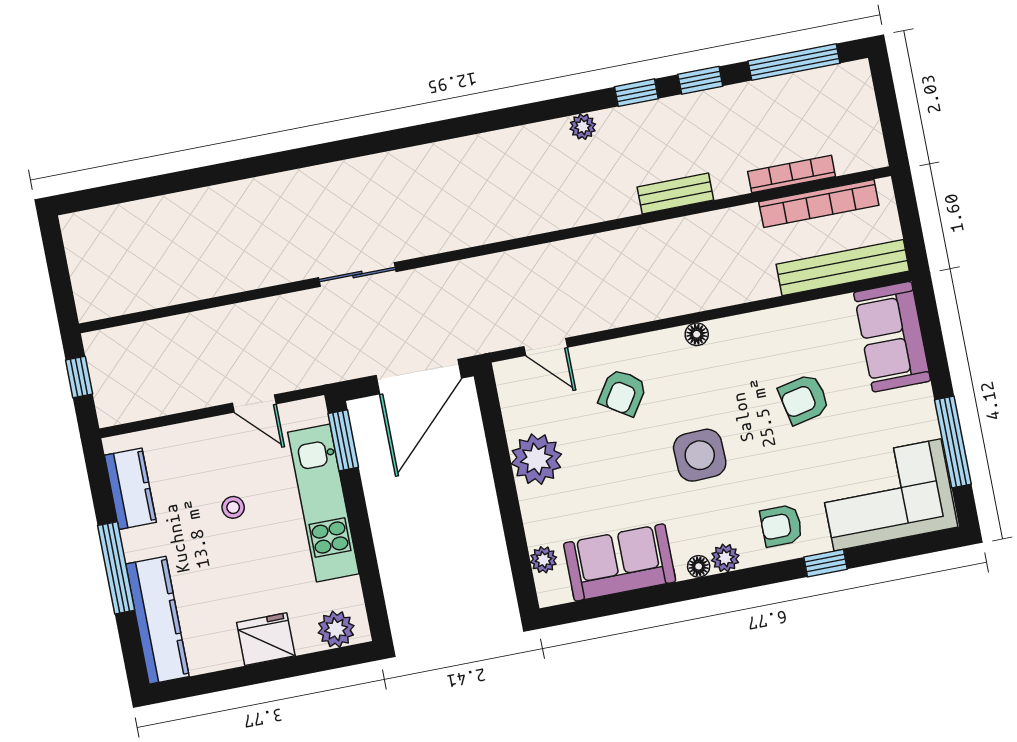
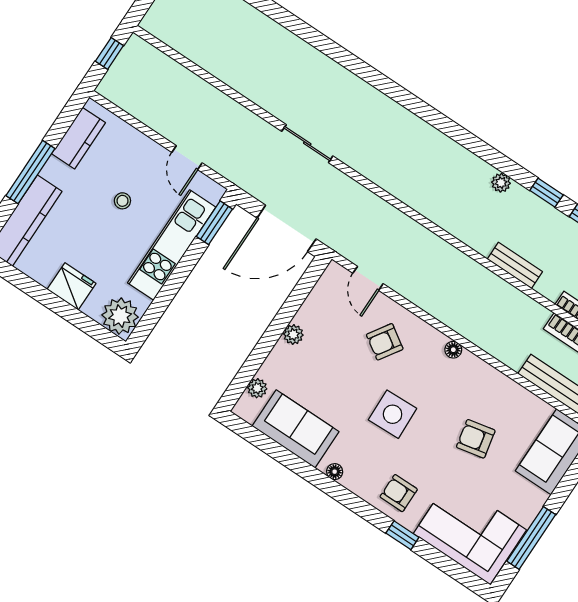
plant: (536, 459) -> (293, 334), width x0.53, depth x0.53
plant: (725, 558) -> (353, 481), removed
plant: (336, 629) -> (120, 316), width x1.36, depth x1.36

